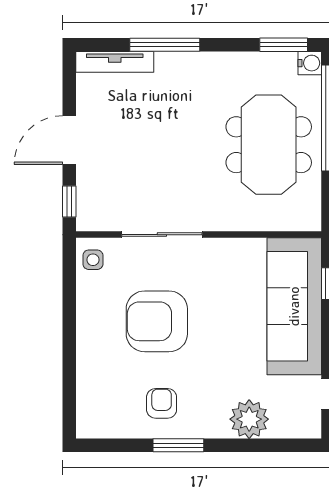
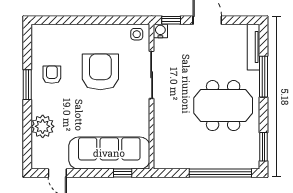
water cooler: (310, 63) -> (160, 31), moved, turned 180
meeting table: (269, 145) -> (223, 106), moved
armchair: (162, 403) -> (52, 75), turned -90

